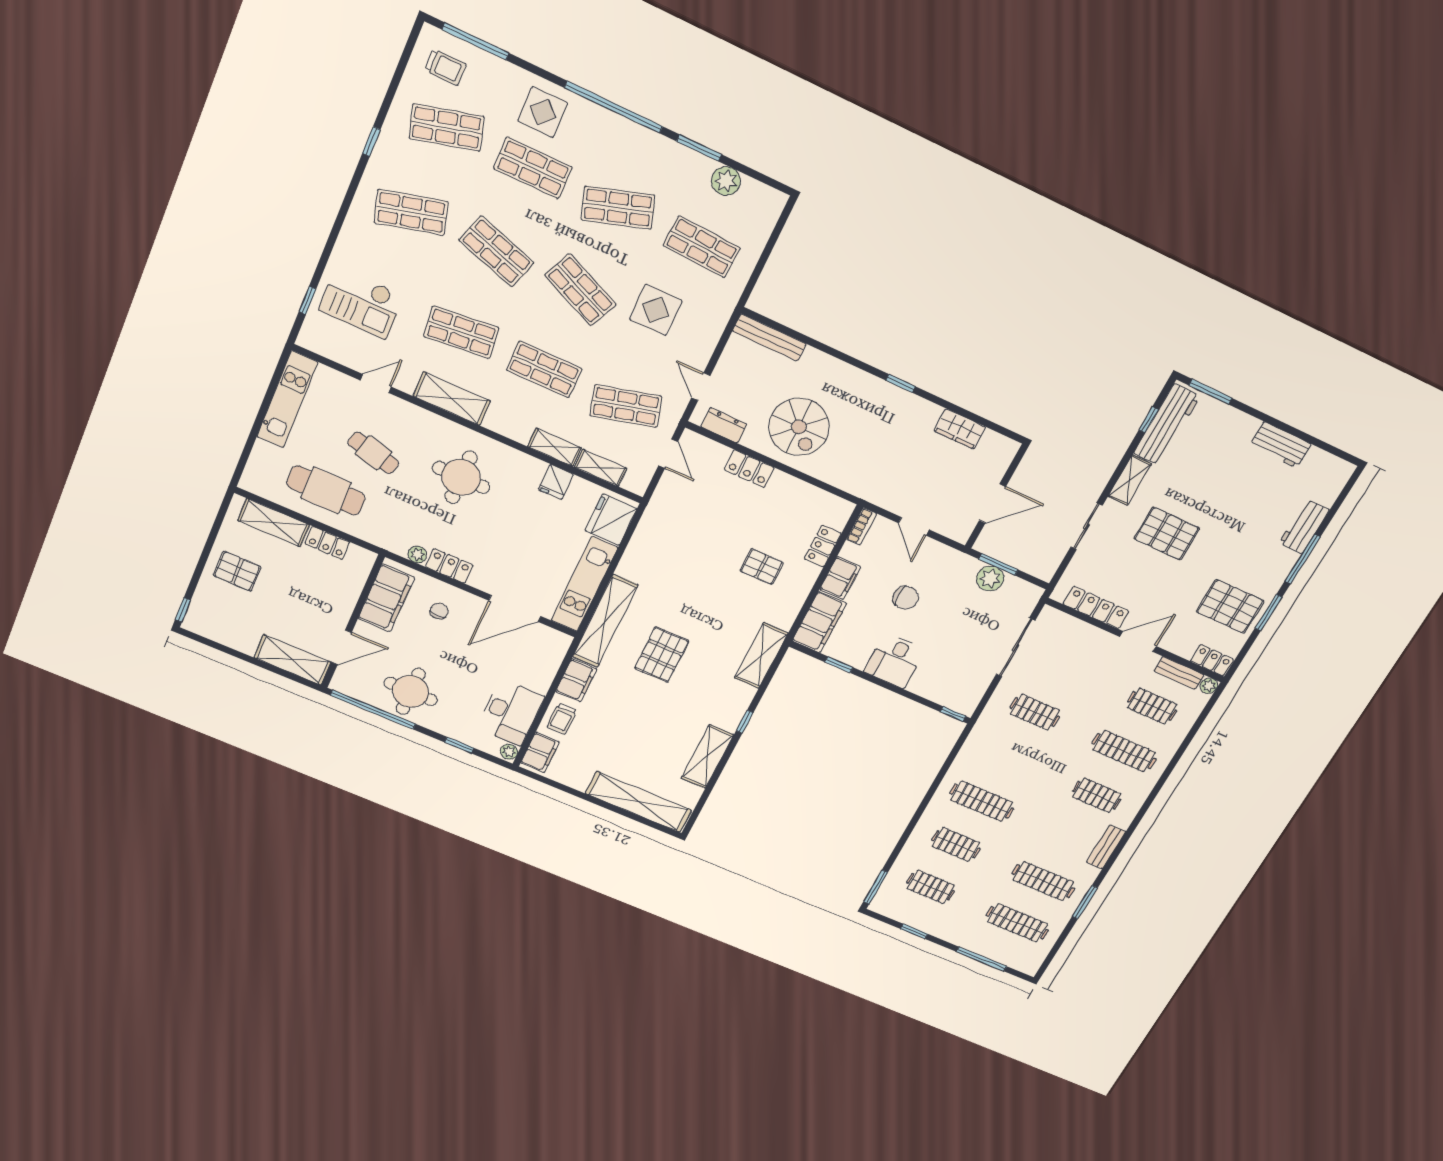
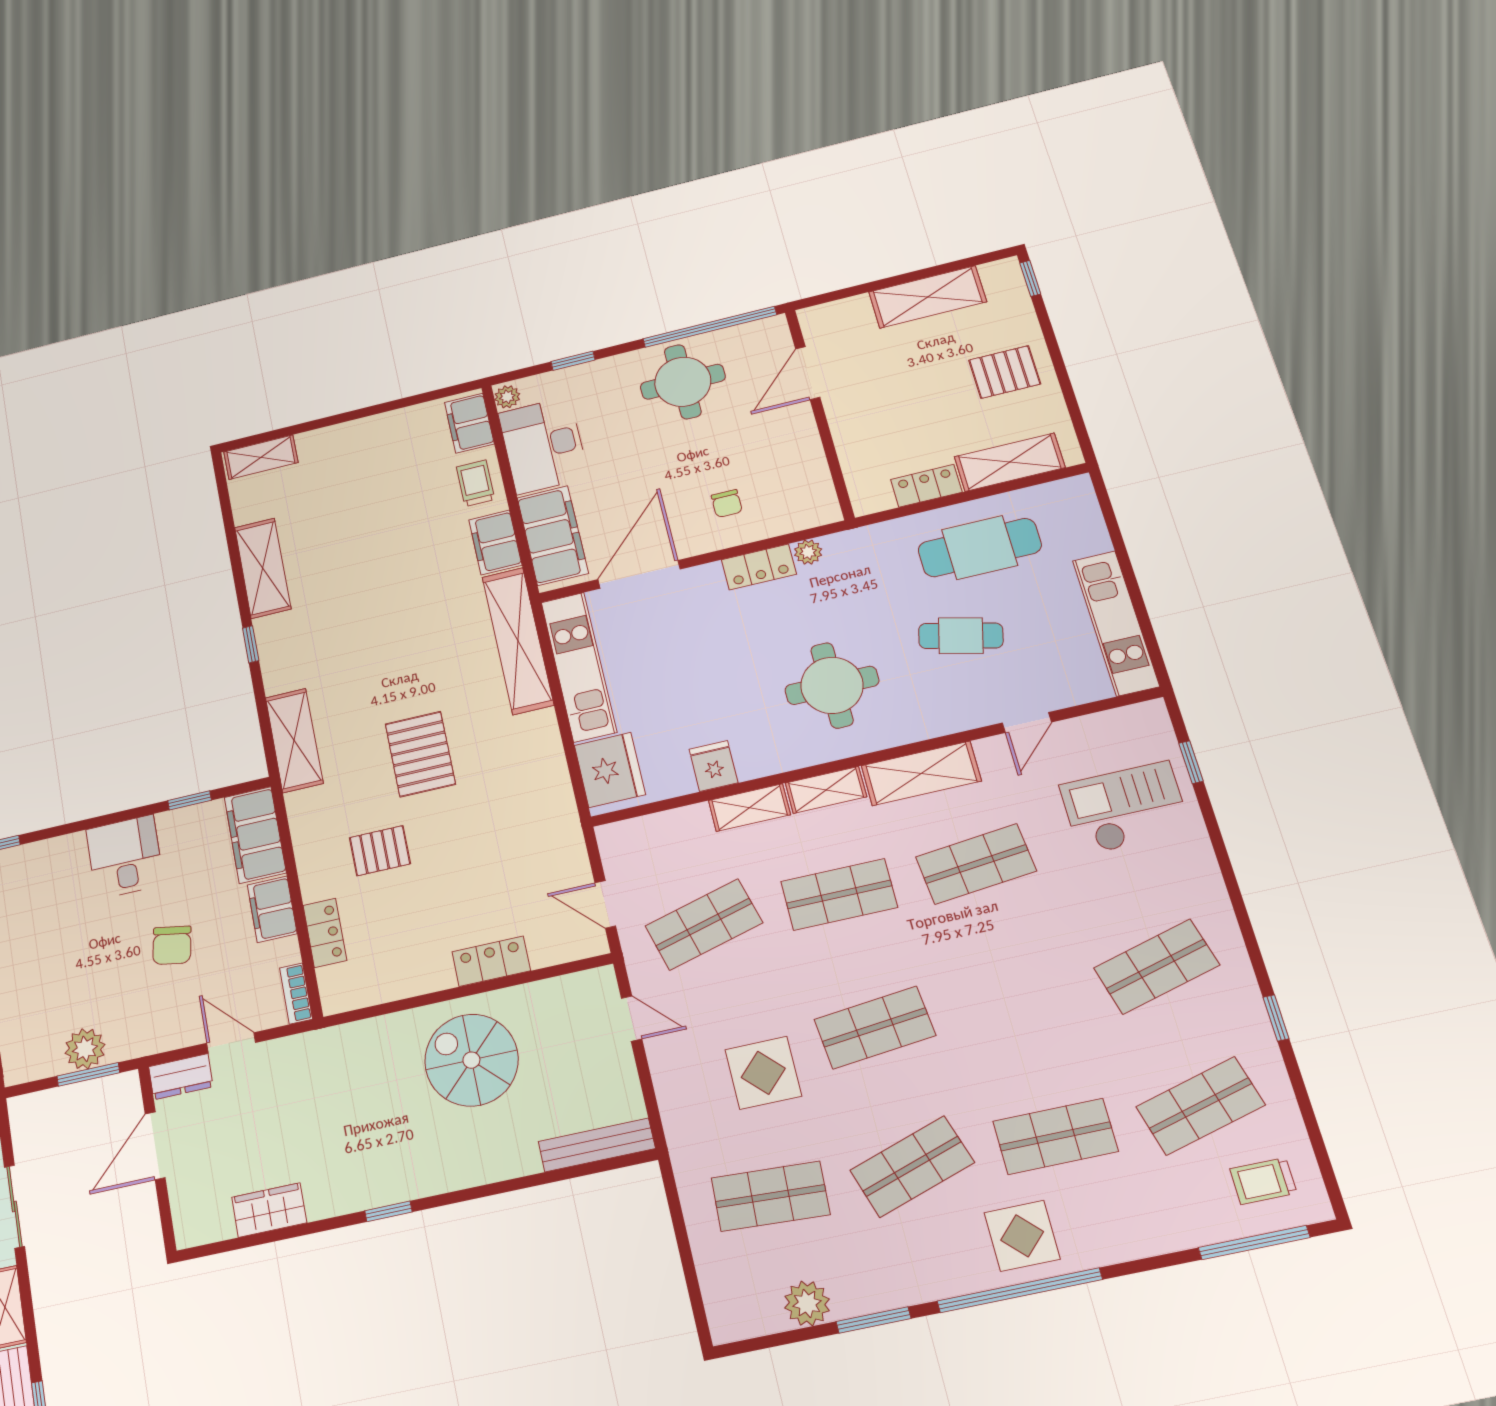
display table: (543, 112) -> (1022, 1236), moved
shop shelf: (496, 251) -> (1015, 997), removed
shop shelf: (580, 290) -> (875, 1027), turned -30
dresser: (724, 425) -> (181, 1077), moved
shelving: (601, 468) -> (826, 790), moved
filing cabinet: (386, 598) -> (553, 535), moved, turned 180
chair: (905, 598) -> (172, 945), turned -80
pallet: (662, 655) -> (420, 754), moved
shelving: (292, 660) -> (927, 297), moved
shelving: (638, 802) -> (261, 457), width x0.45, depth x0.75

